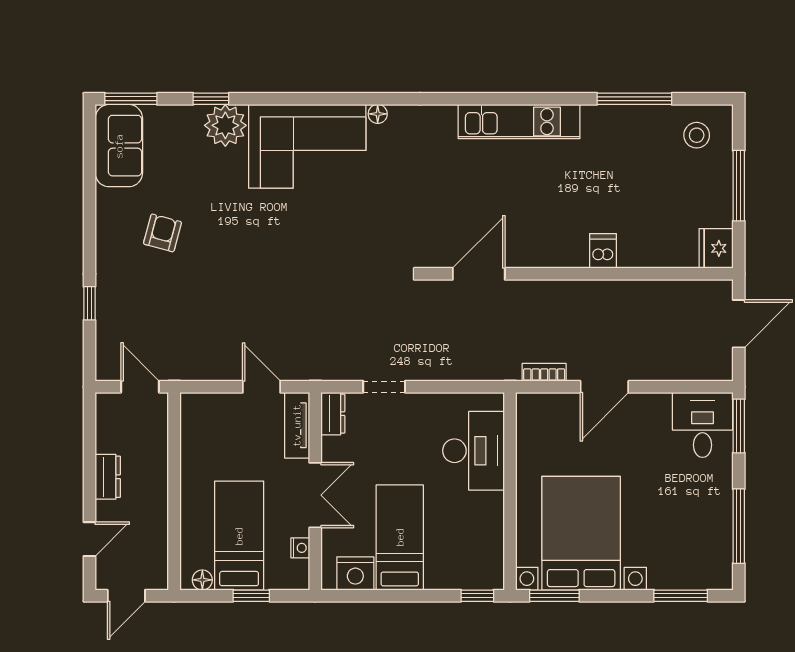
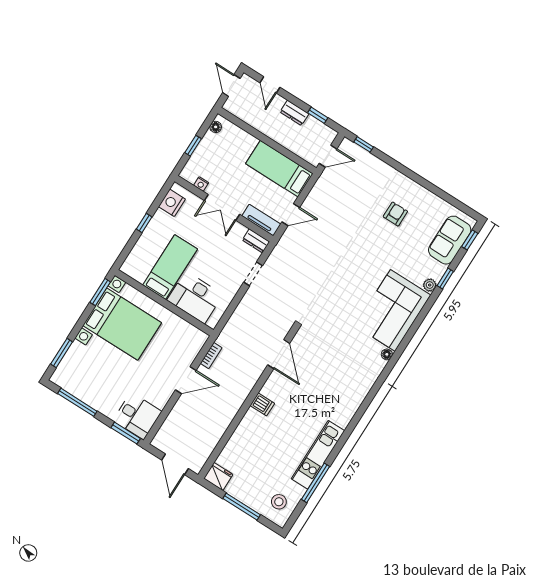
window: (131, 99) -> (470, 240), width x0.67
kitchen unit: (519, 122) -> (318, 455), moved
plant: (225, 125) -> (430, 285), width x0.53, depth x0.53
sofa: (119, 146) -> (450, 240), moved, turned 90
armchair: (162, 233) -> (395, 214), turned -105
dishwasher: (603, 251) -> (262, 404), moved
window: (89, 303) -> (364, 144), moved
door: (604, 387) -> (186, 380), swing flipped
window: (89, 440) -> (318, 115), added
bed: (239, 536) -> (279, 169), moved, turned 180
bed: (400, 537) -> (170, 267), moved, turned -90
window: (477, 596) -> (144, 223), moved

